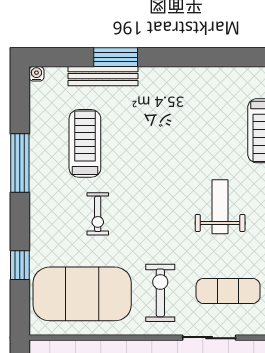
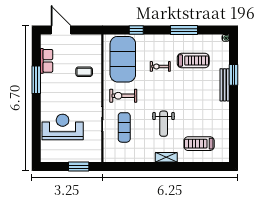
bench: (103, 76) -> (225, 85), moved
weight bench: (220, 207) -> (164, 124), turned 90
exercise bike: (160, 293) -> (123, 96), turned 180

